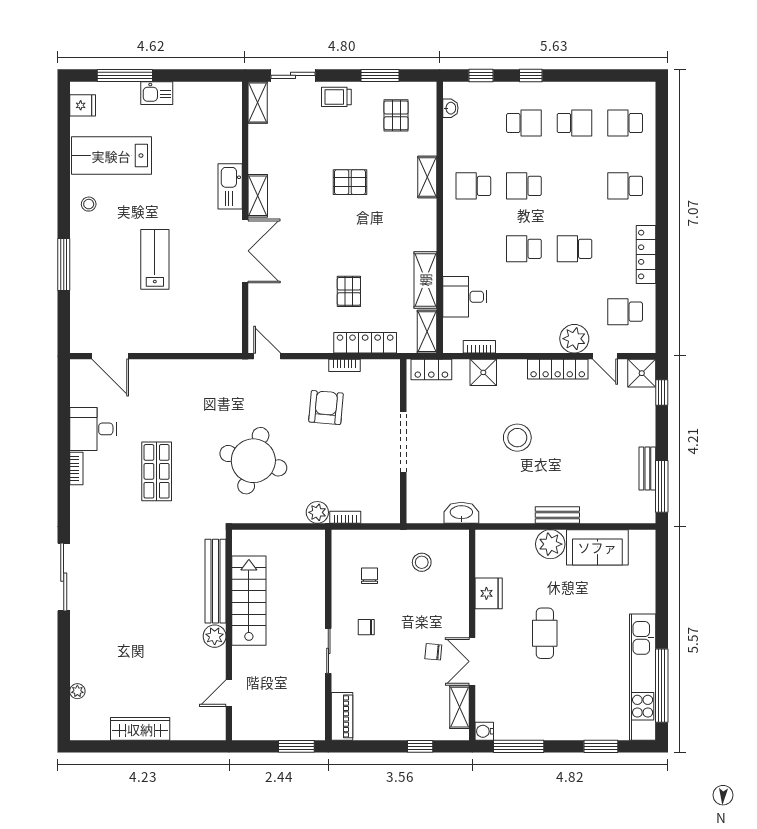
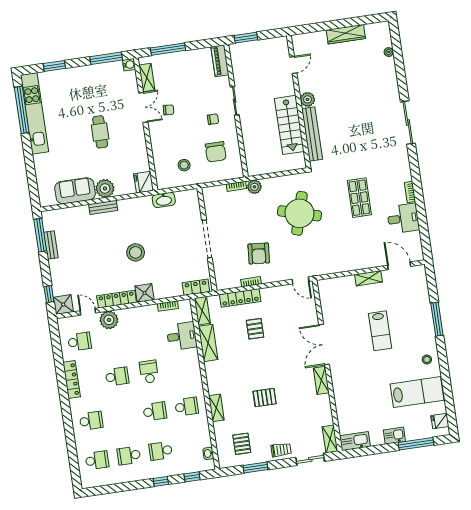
kitchen sink: (230, 186) -> (355, 441), moved, turned -90
school desk: (524, 249) -> (149, 372), turned -90
shelving: (161, 344) -> (369, 278), added
shower: (483, 372) -> (144, 293), moved
chair: (370, 576) -> (216, 152), width x1.87, depth x1.87
fridge: (489, 593) -> (144, 182), moved
window: (420, 746) -> (168, 49), width x2.17

